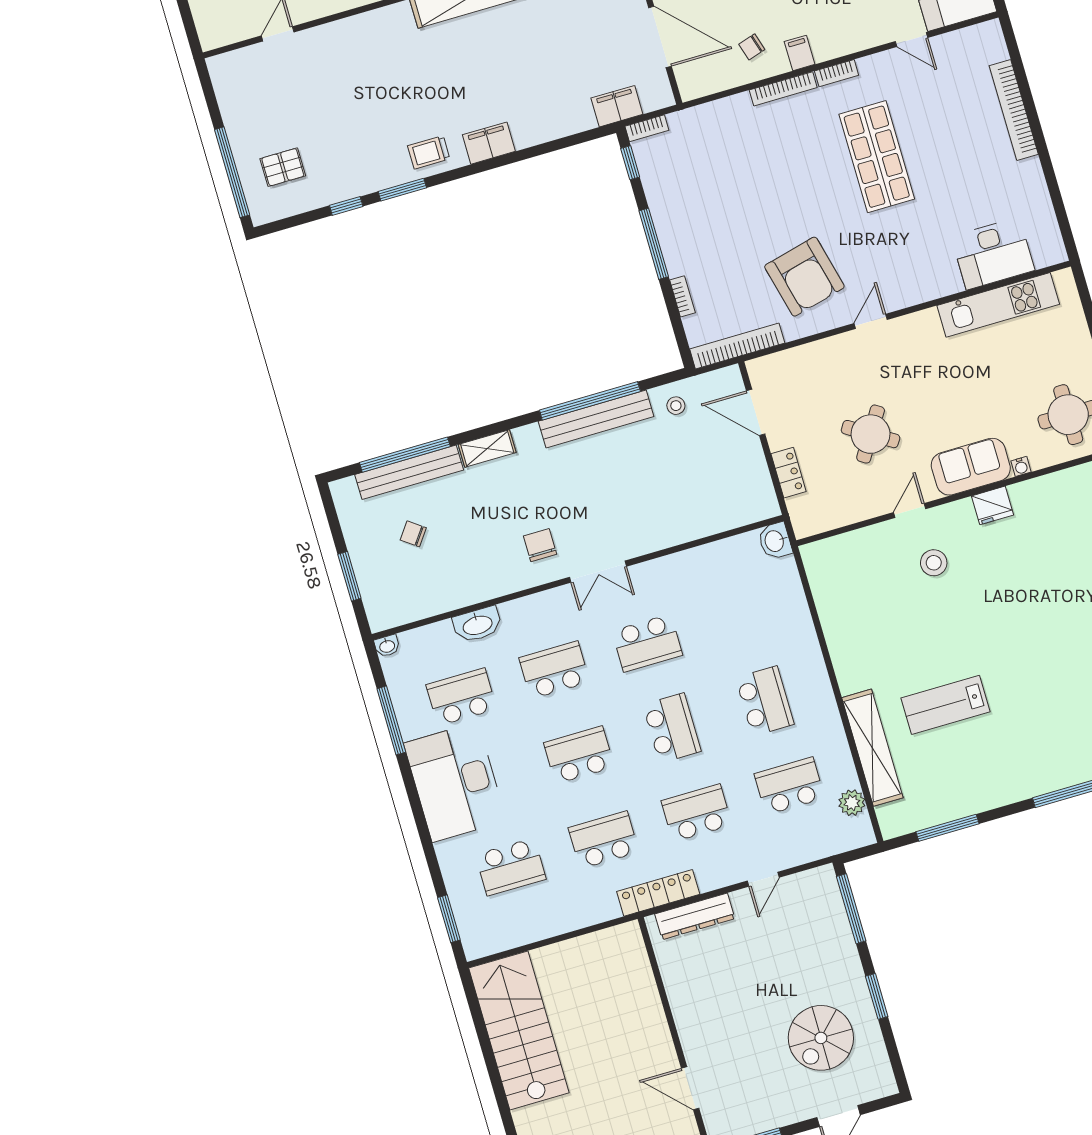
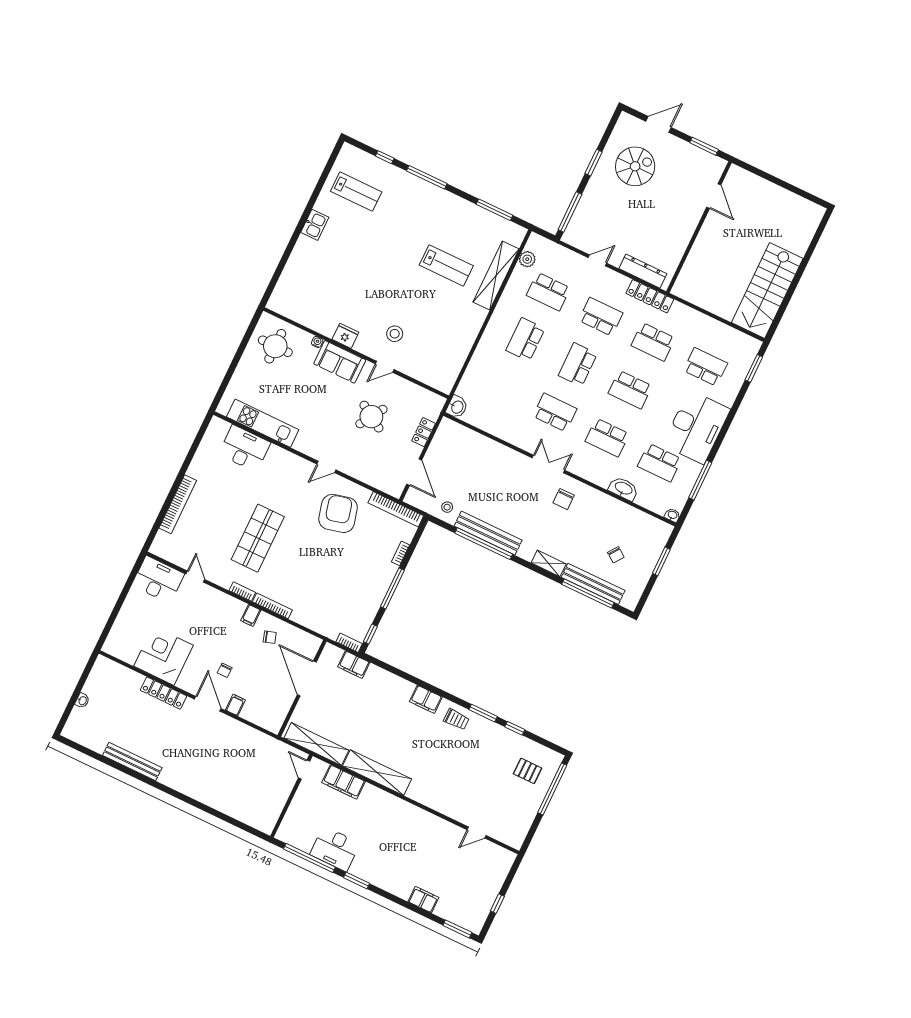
school desk: (697, 813) -> (601, 317), turned 180

